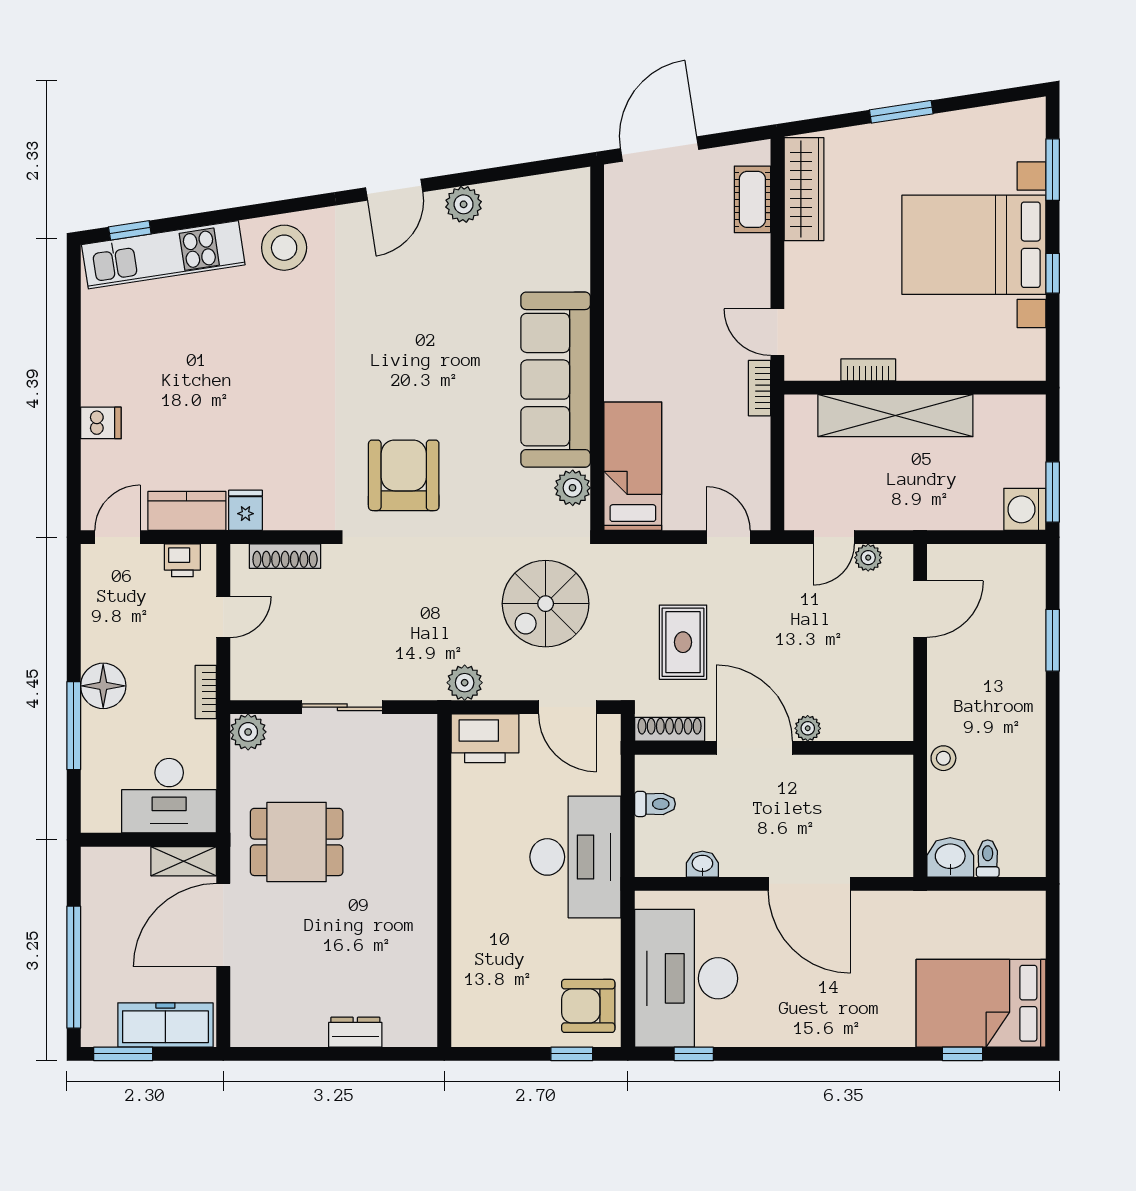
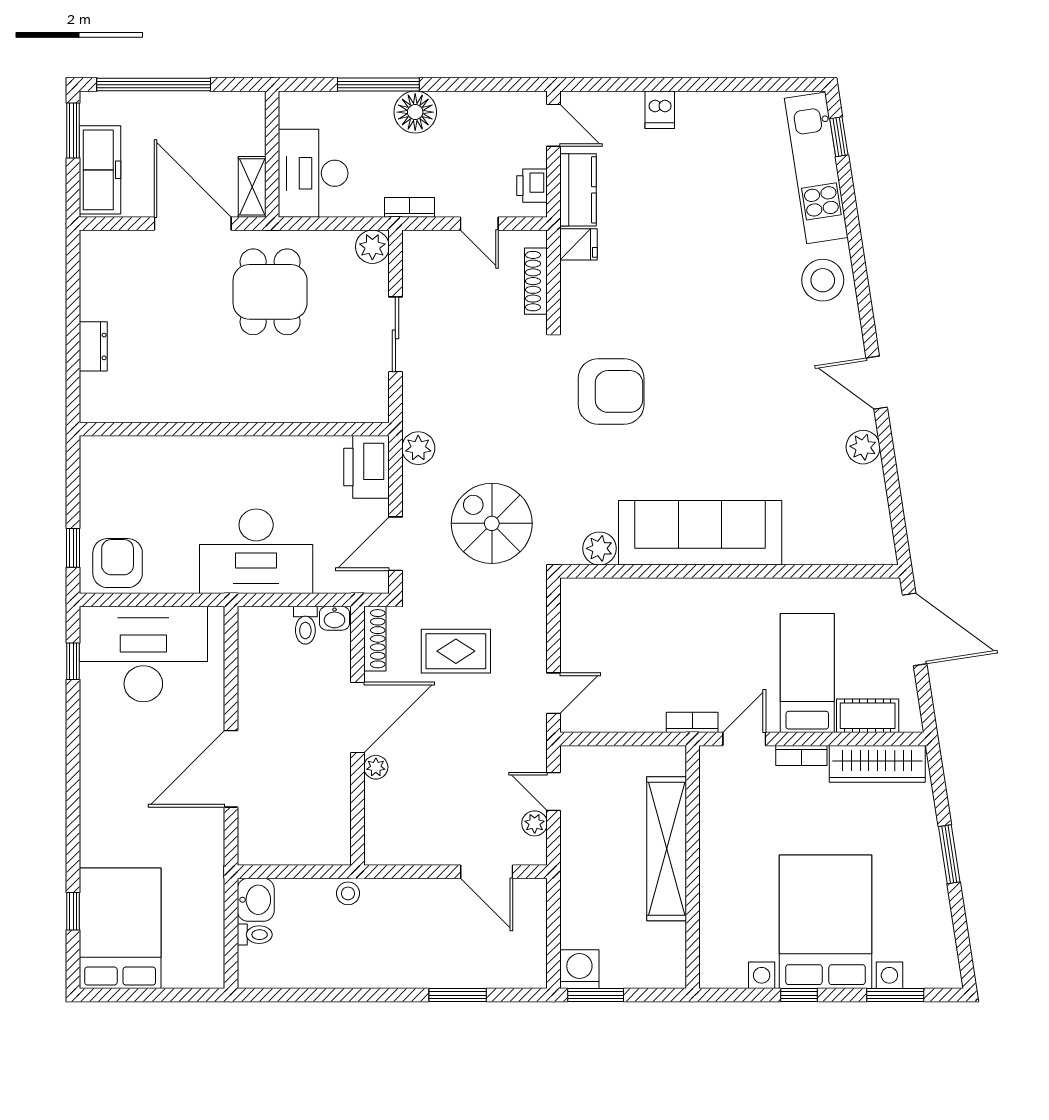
bookcase: (868, 370) -> (801, 755), moved, turned 90
bed: (633, 466) -> (807, 673), moved, turned -90
washbasin: (702, 864) -> (335, 618), moved, turned 90

